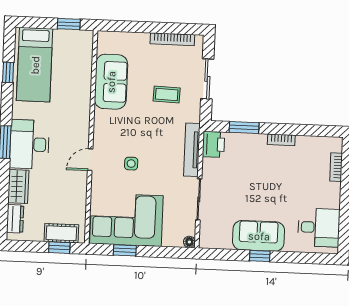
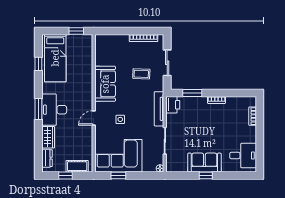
sofa: (111, 82) -> (105, 84), moved
window: (59, 248) -> (65, 176), moved

